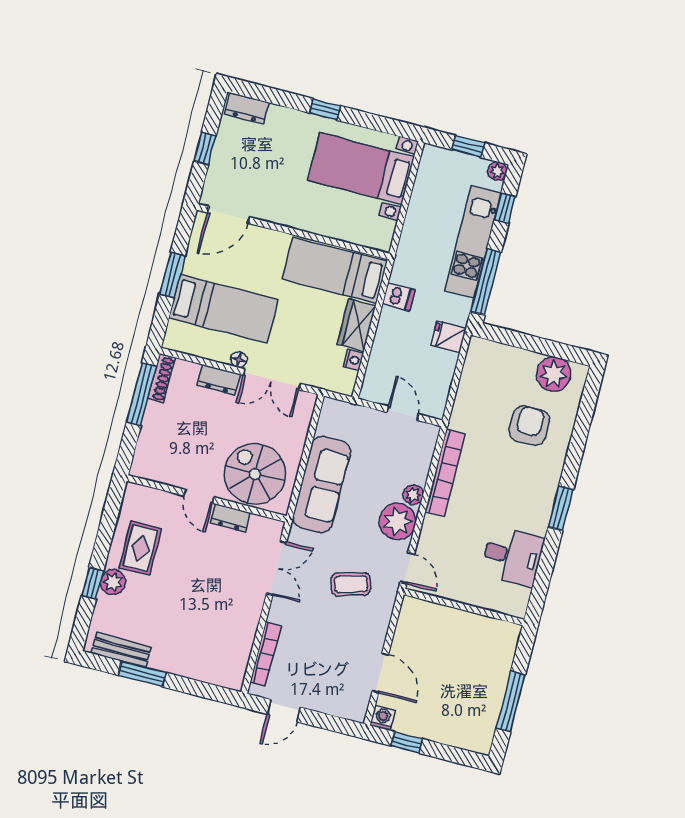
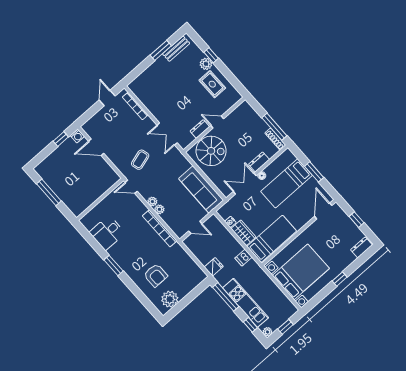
bed with nightstands: (361, 169) -> (301, 272), width x1.36
sofa: (322, 485) -> (201, 189), moved
plant: (398, 522) -> (152, 202), width x0.53, depth x0.53

